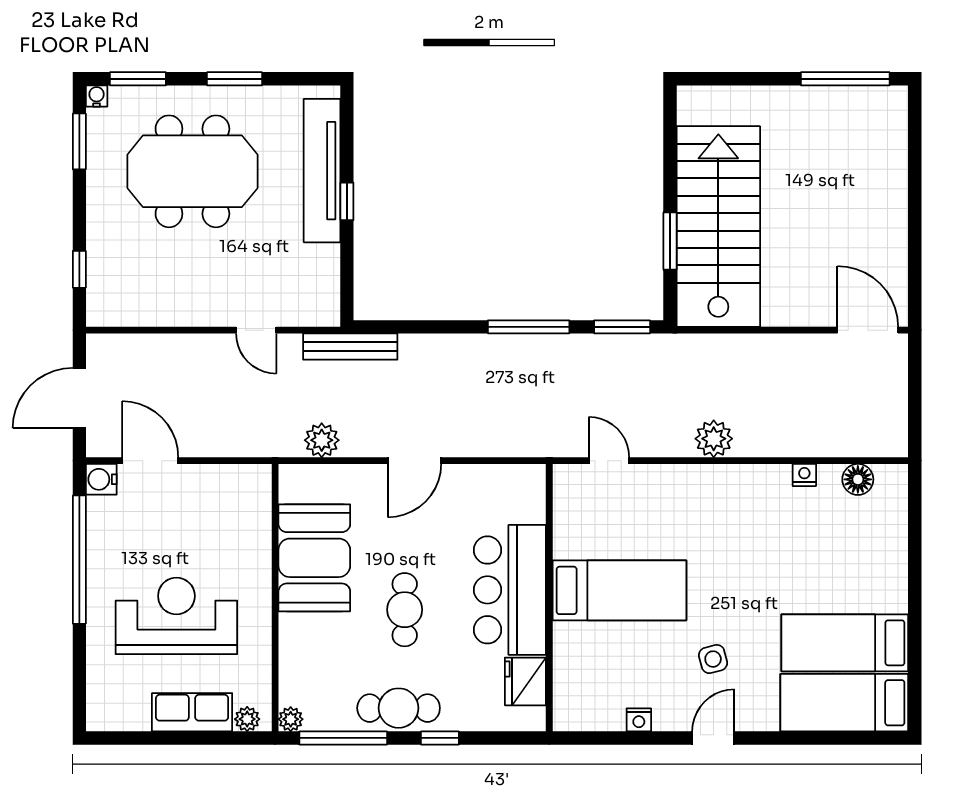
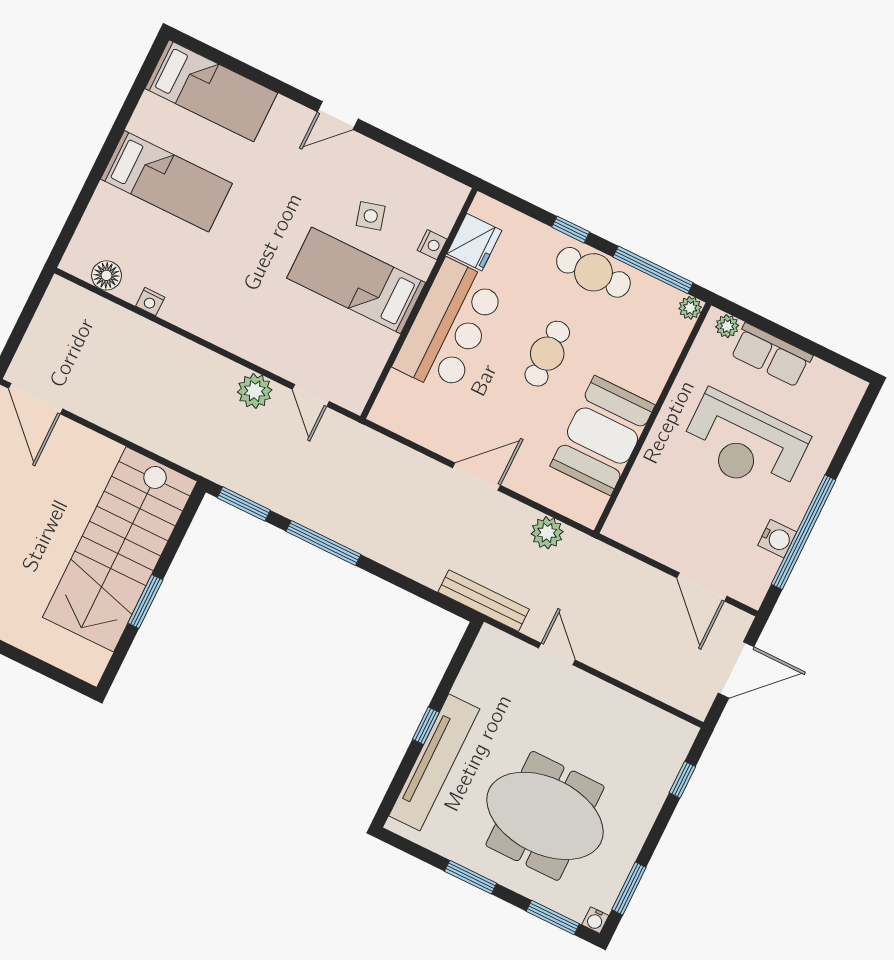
window: (670, 241) -> (145, 601), moved
plant: (714, 439) -> (255, 391), moved
water cooler: (101, 479) -> (777, 539), moved
bed: (845, 643) -> (166, 181), moved
side table: (713, 659) -> (371, 216), moved
nightstand: (639, 720) -> (432, 245), moved, turned 90

